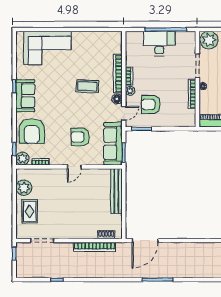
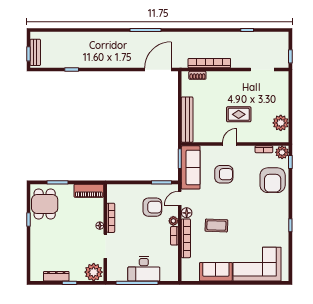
sofa: (25, 96) -> (216, 272), moved, turned 90
armchair: (32, 131) -> (273, 180), turned 180
rug: (30, 211) -> (239, 114), moved, turned 90

